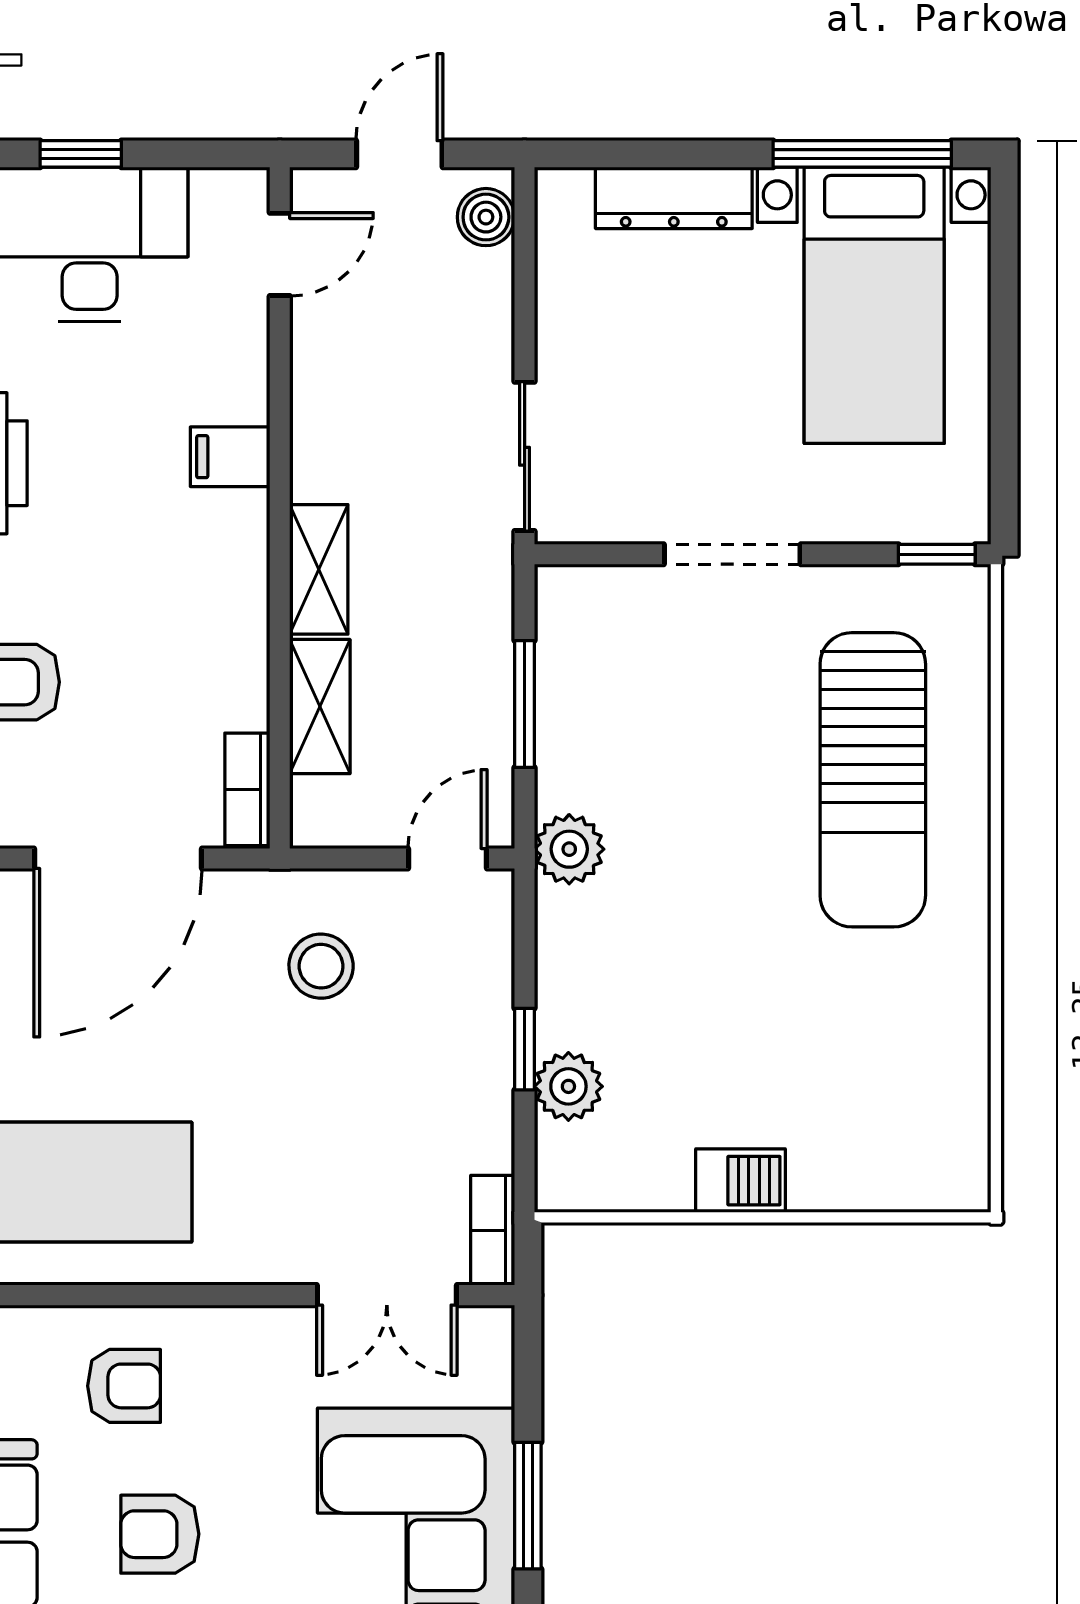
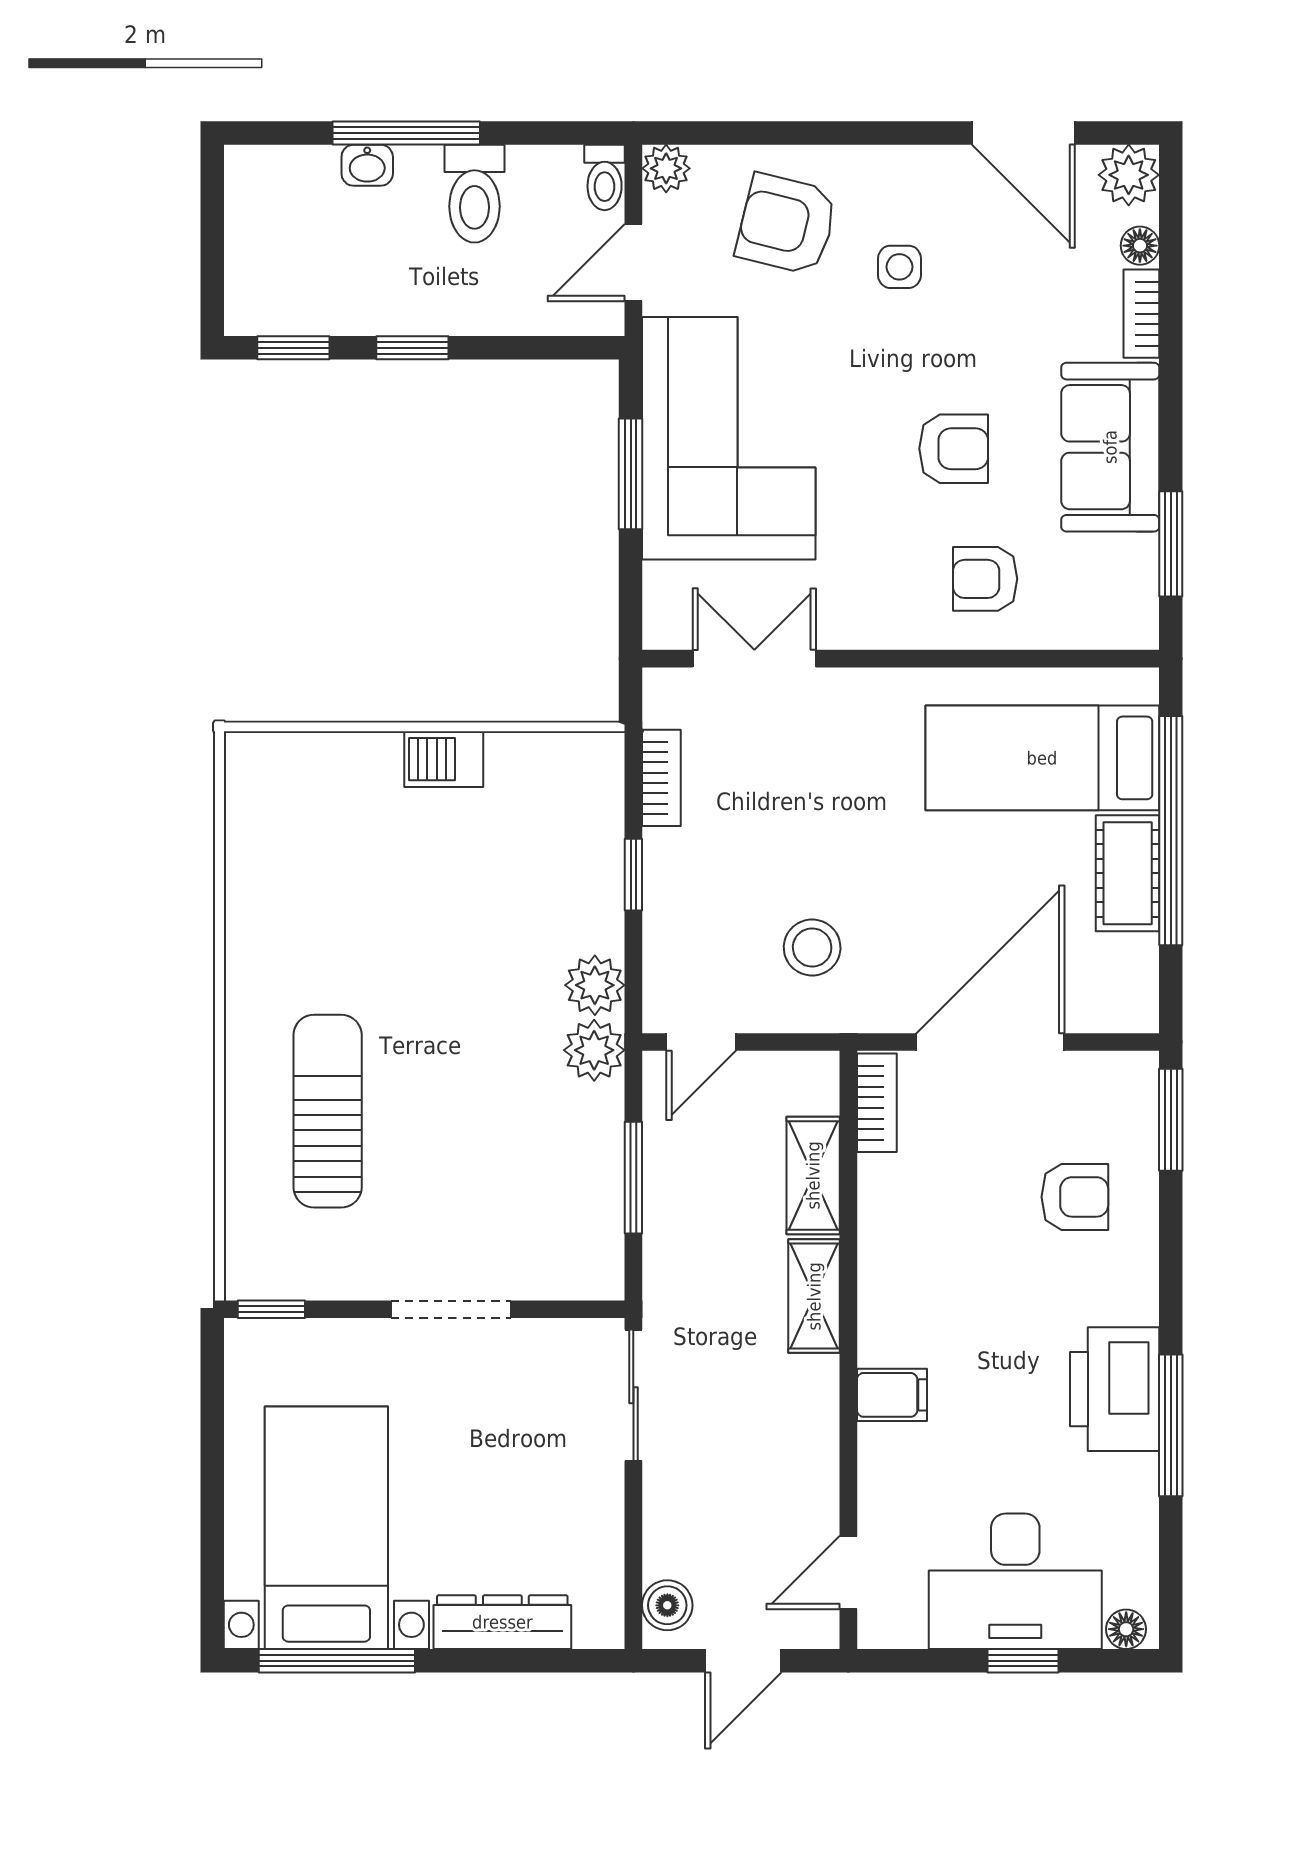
sun lounger: (873, 780) -> (328, 1111), width x0.73, depth x0.75
plant: (568, 1086) -> (595, 985), moved
bookcase: (493, 1230) -> (661, 778), moved

